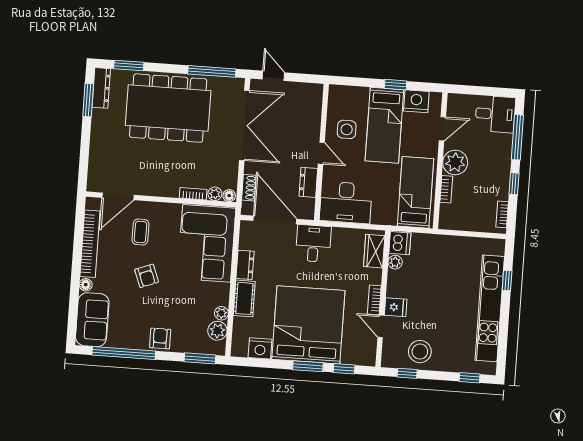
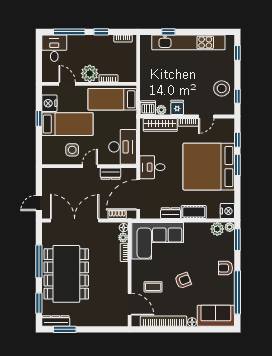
window: (212, 71) -> (39, 261), moved
wardrobe: (374, 251) -> (160, 125), width x1.50
fridge: (396, 307) -> (177, 107), moved
plant: (221, 313) -> (230, 227), moved
nightstand: (260, 348) -> (227, 211), moved

